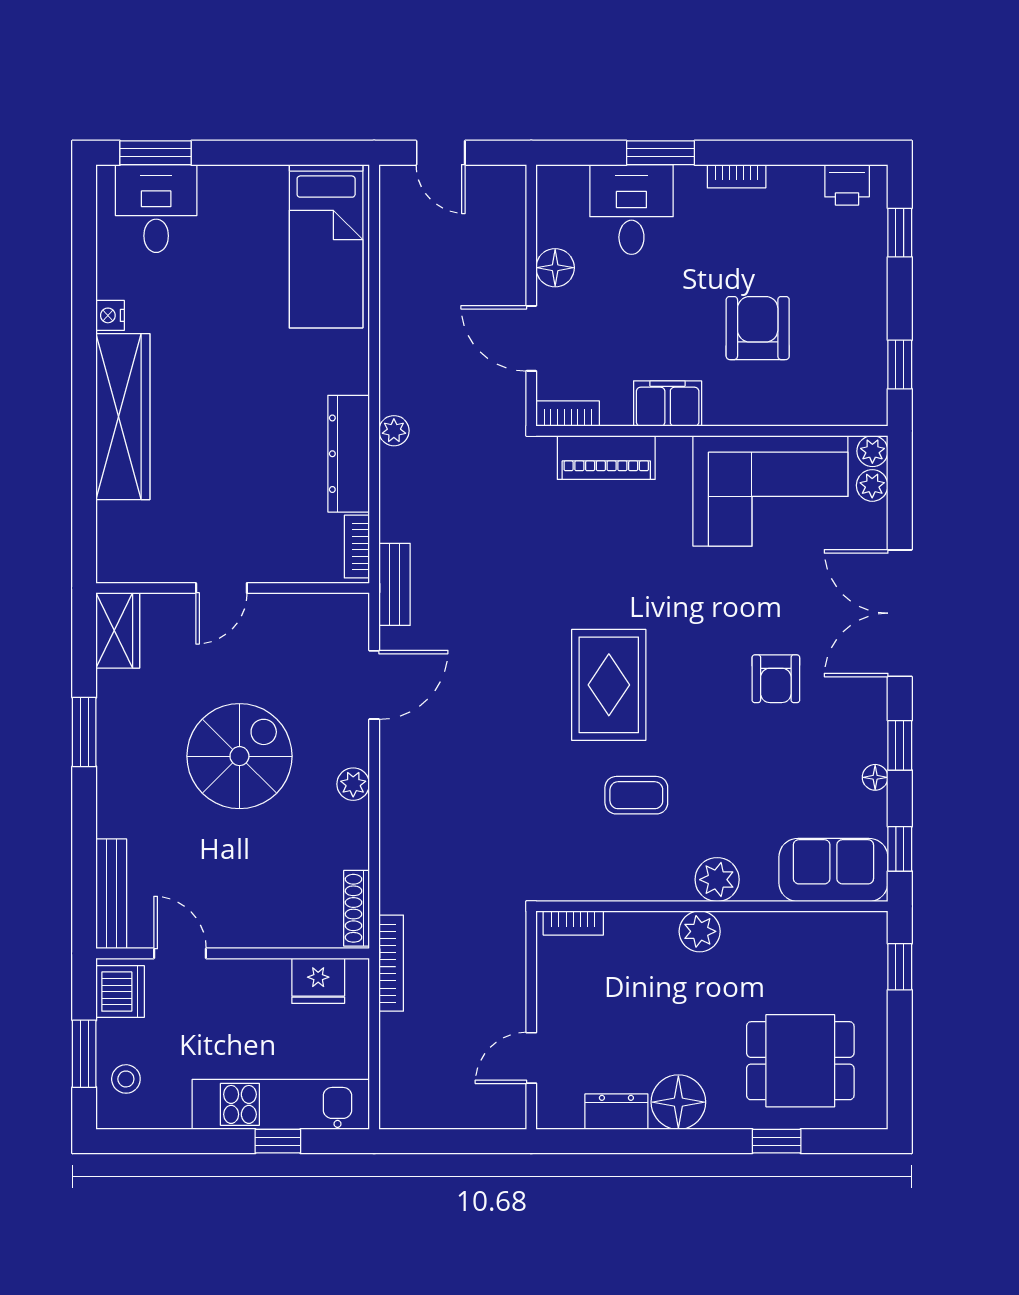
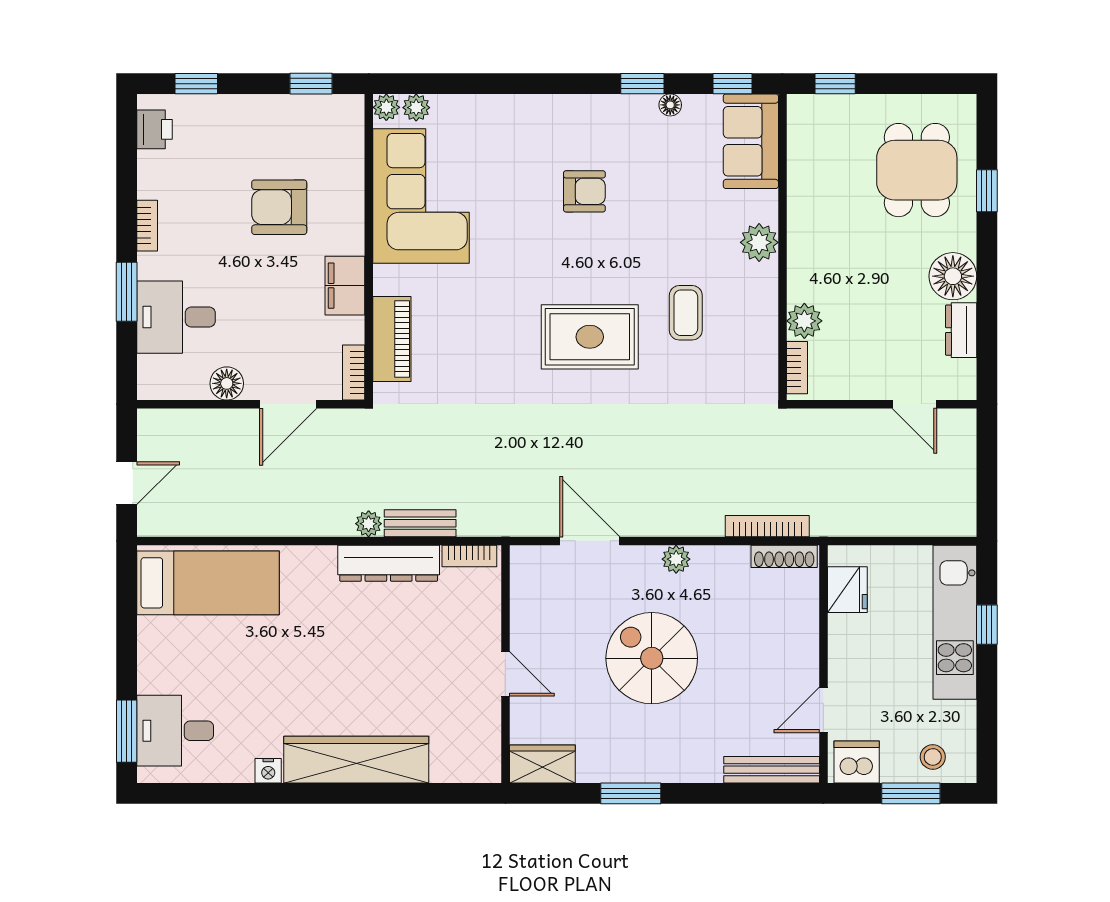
bench: (395, 584) -> (420, 523), moved
double door: (900, 613) -> (527, 84), removed
plant: (700, 931) -> (804, 321), moved
bookcase: (391, 963) -> (767, 526), moved

